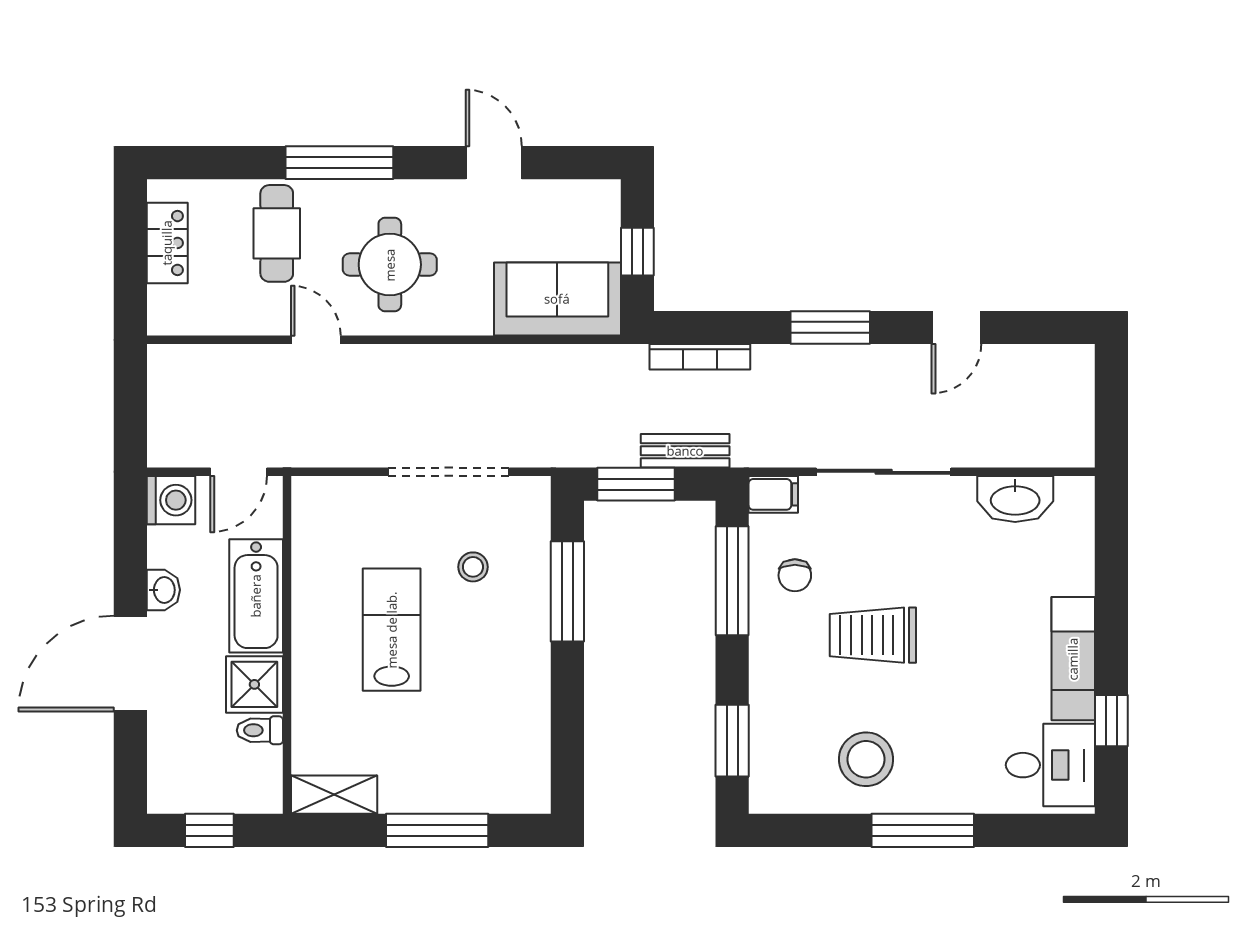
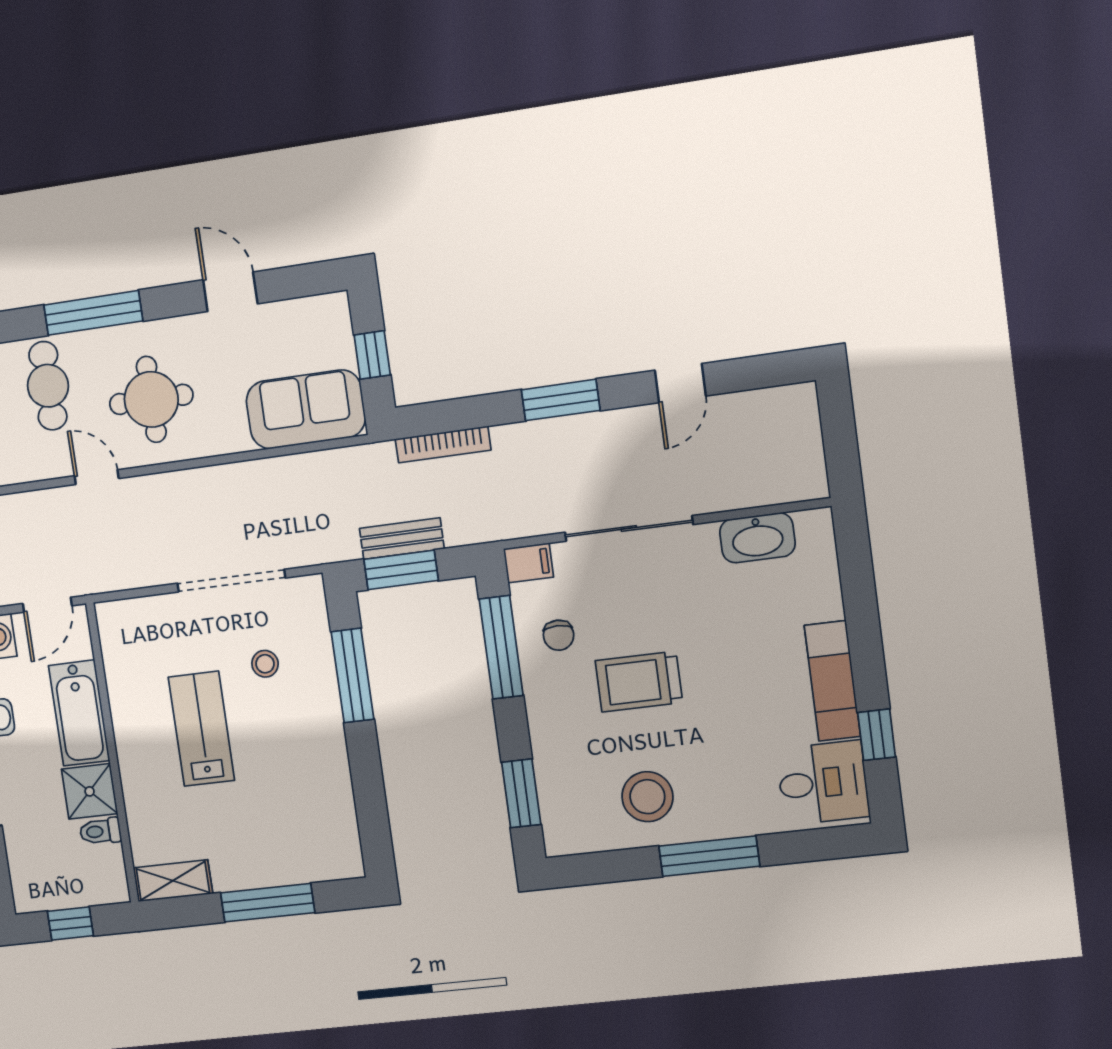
bench: (685, 451) -> (402, 539), moved

